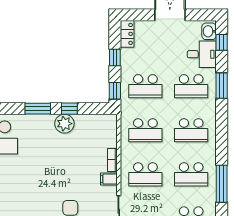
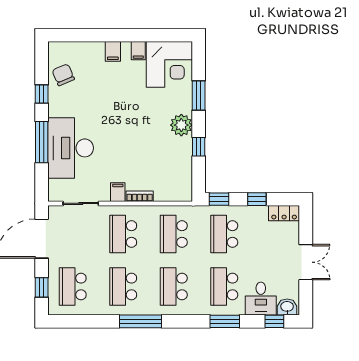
window: (38, 109) -> (199, 96), moved
plant: (64, 124) -> (181, 125), moved
window: (222, 184) -> (141, 321), moved

